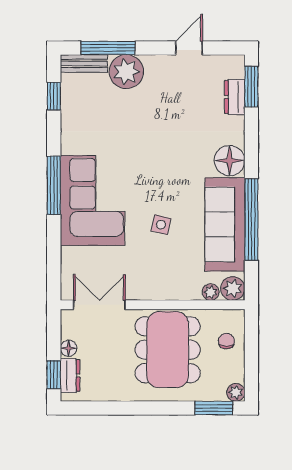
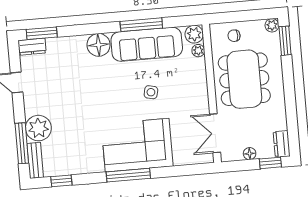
dresser: (235, 97) -> (32, 47), moved
window: (251, 220) -> (141, 25), width x0.68
dining table: (168, 350) -> (244, 79), turned 90
dresser: (70, 375) -> (282, 144), moved, turned -90

